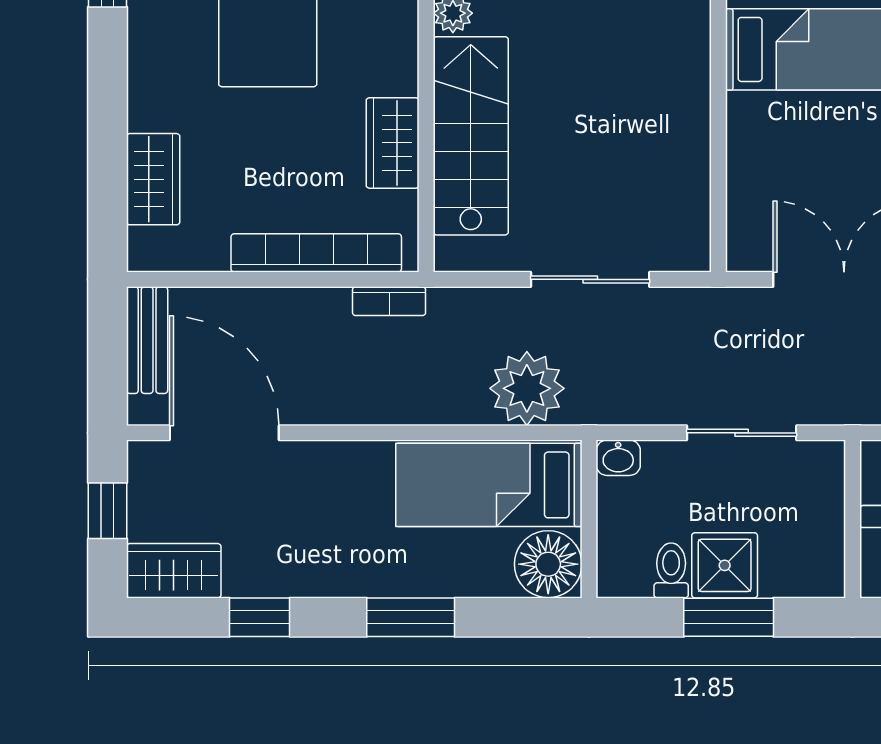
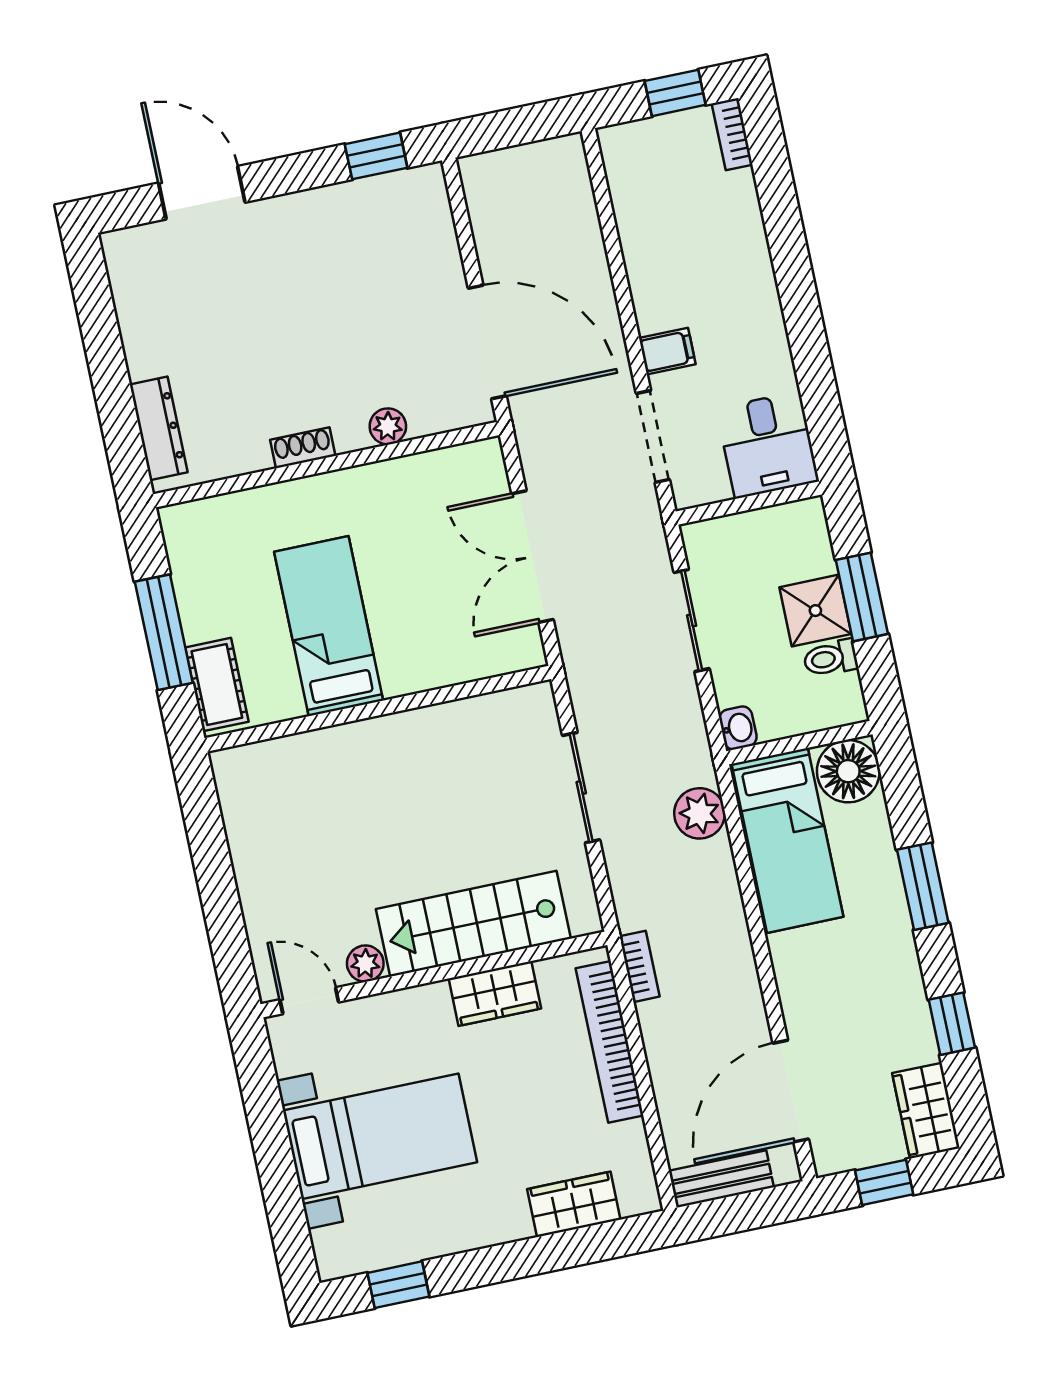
plant: (527, 388) -> (700, 813), width x0.73, depth x0.73

